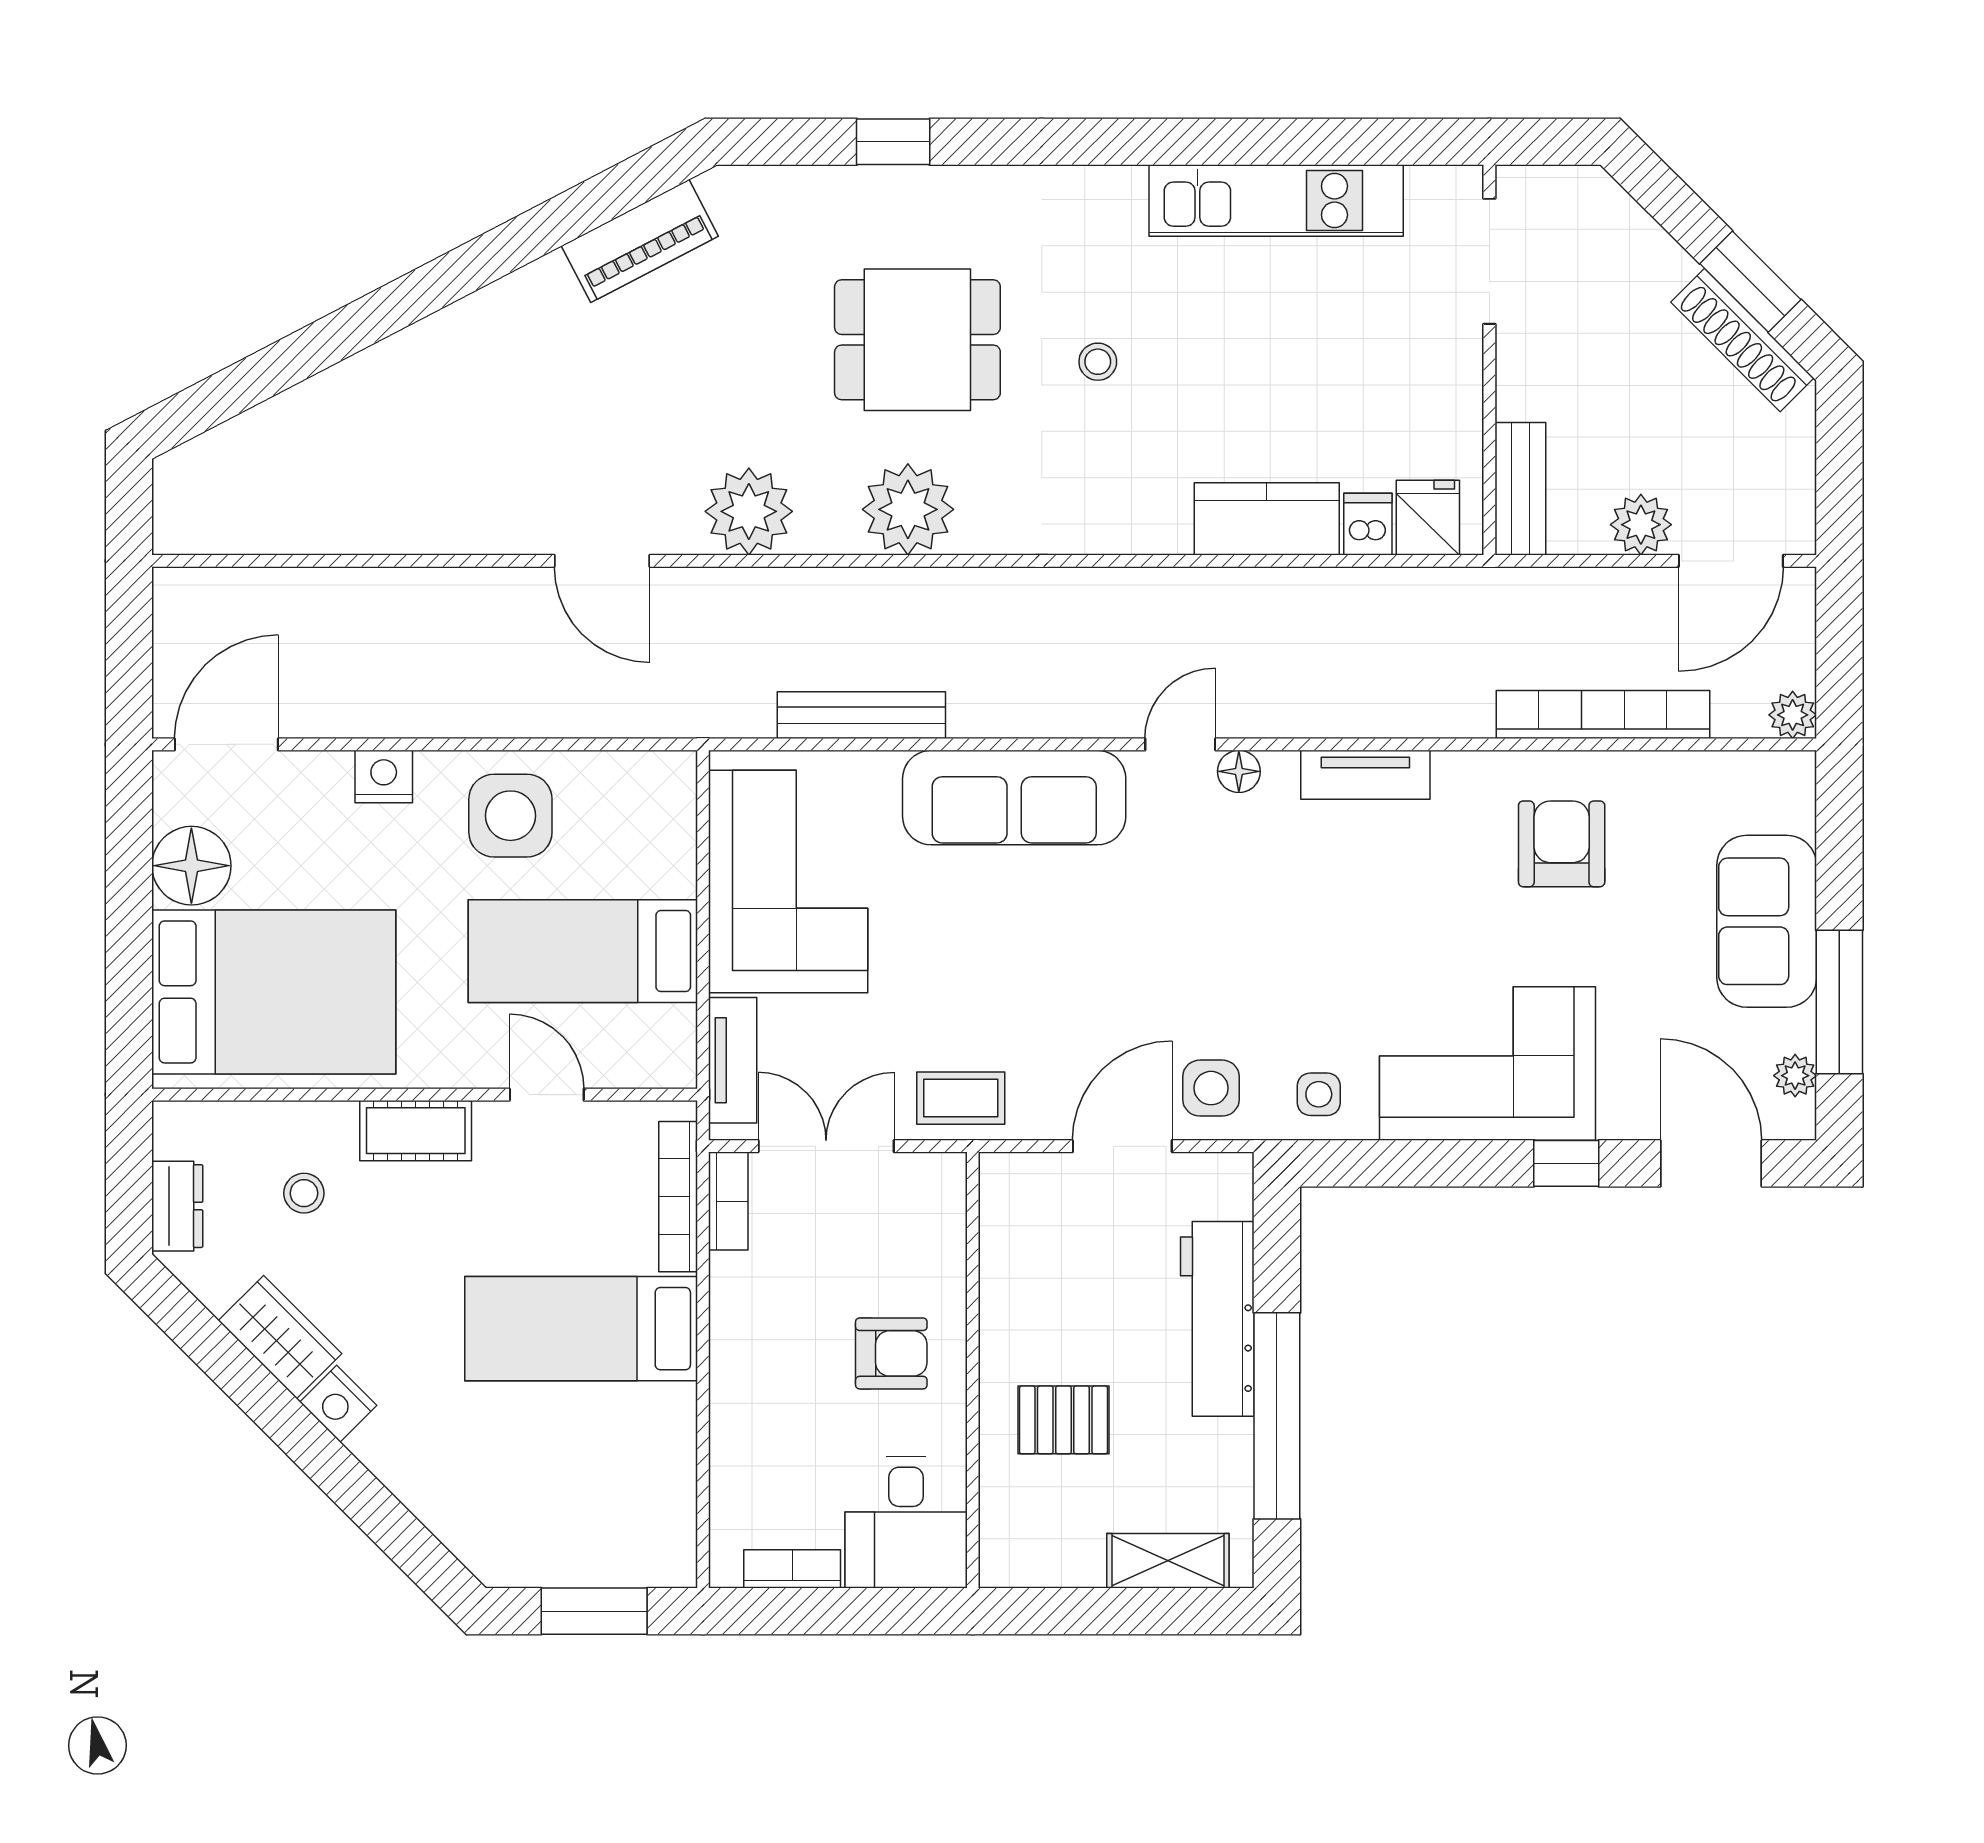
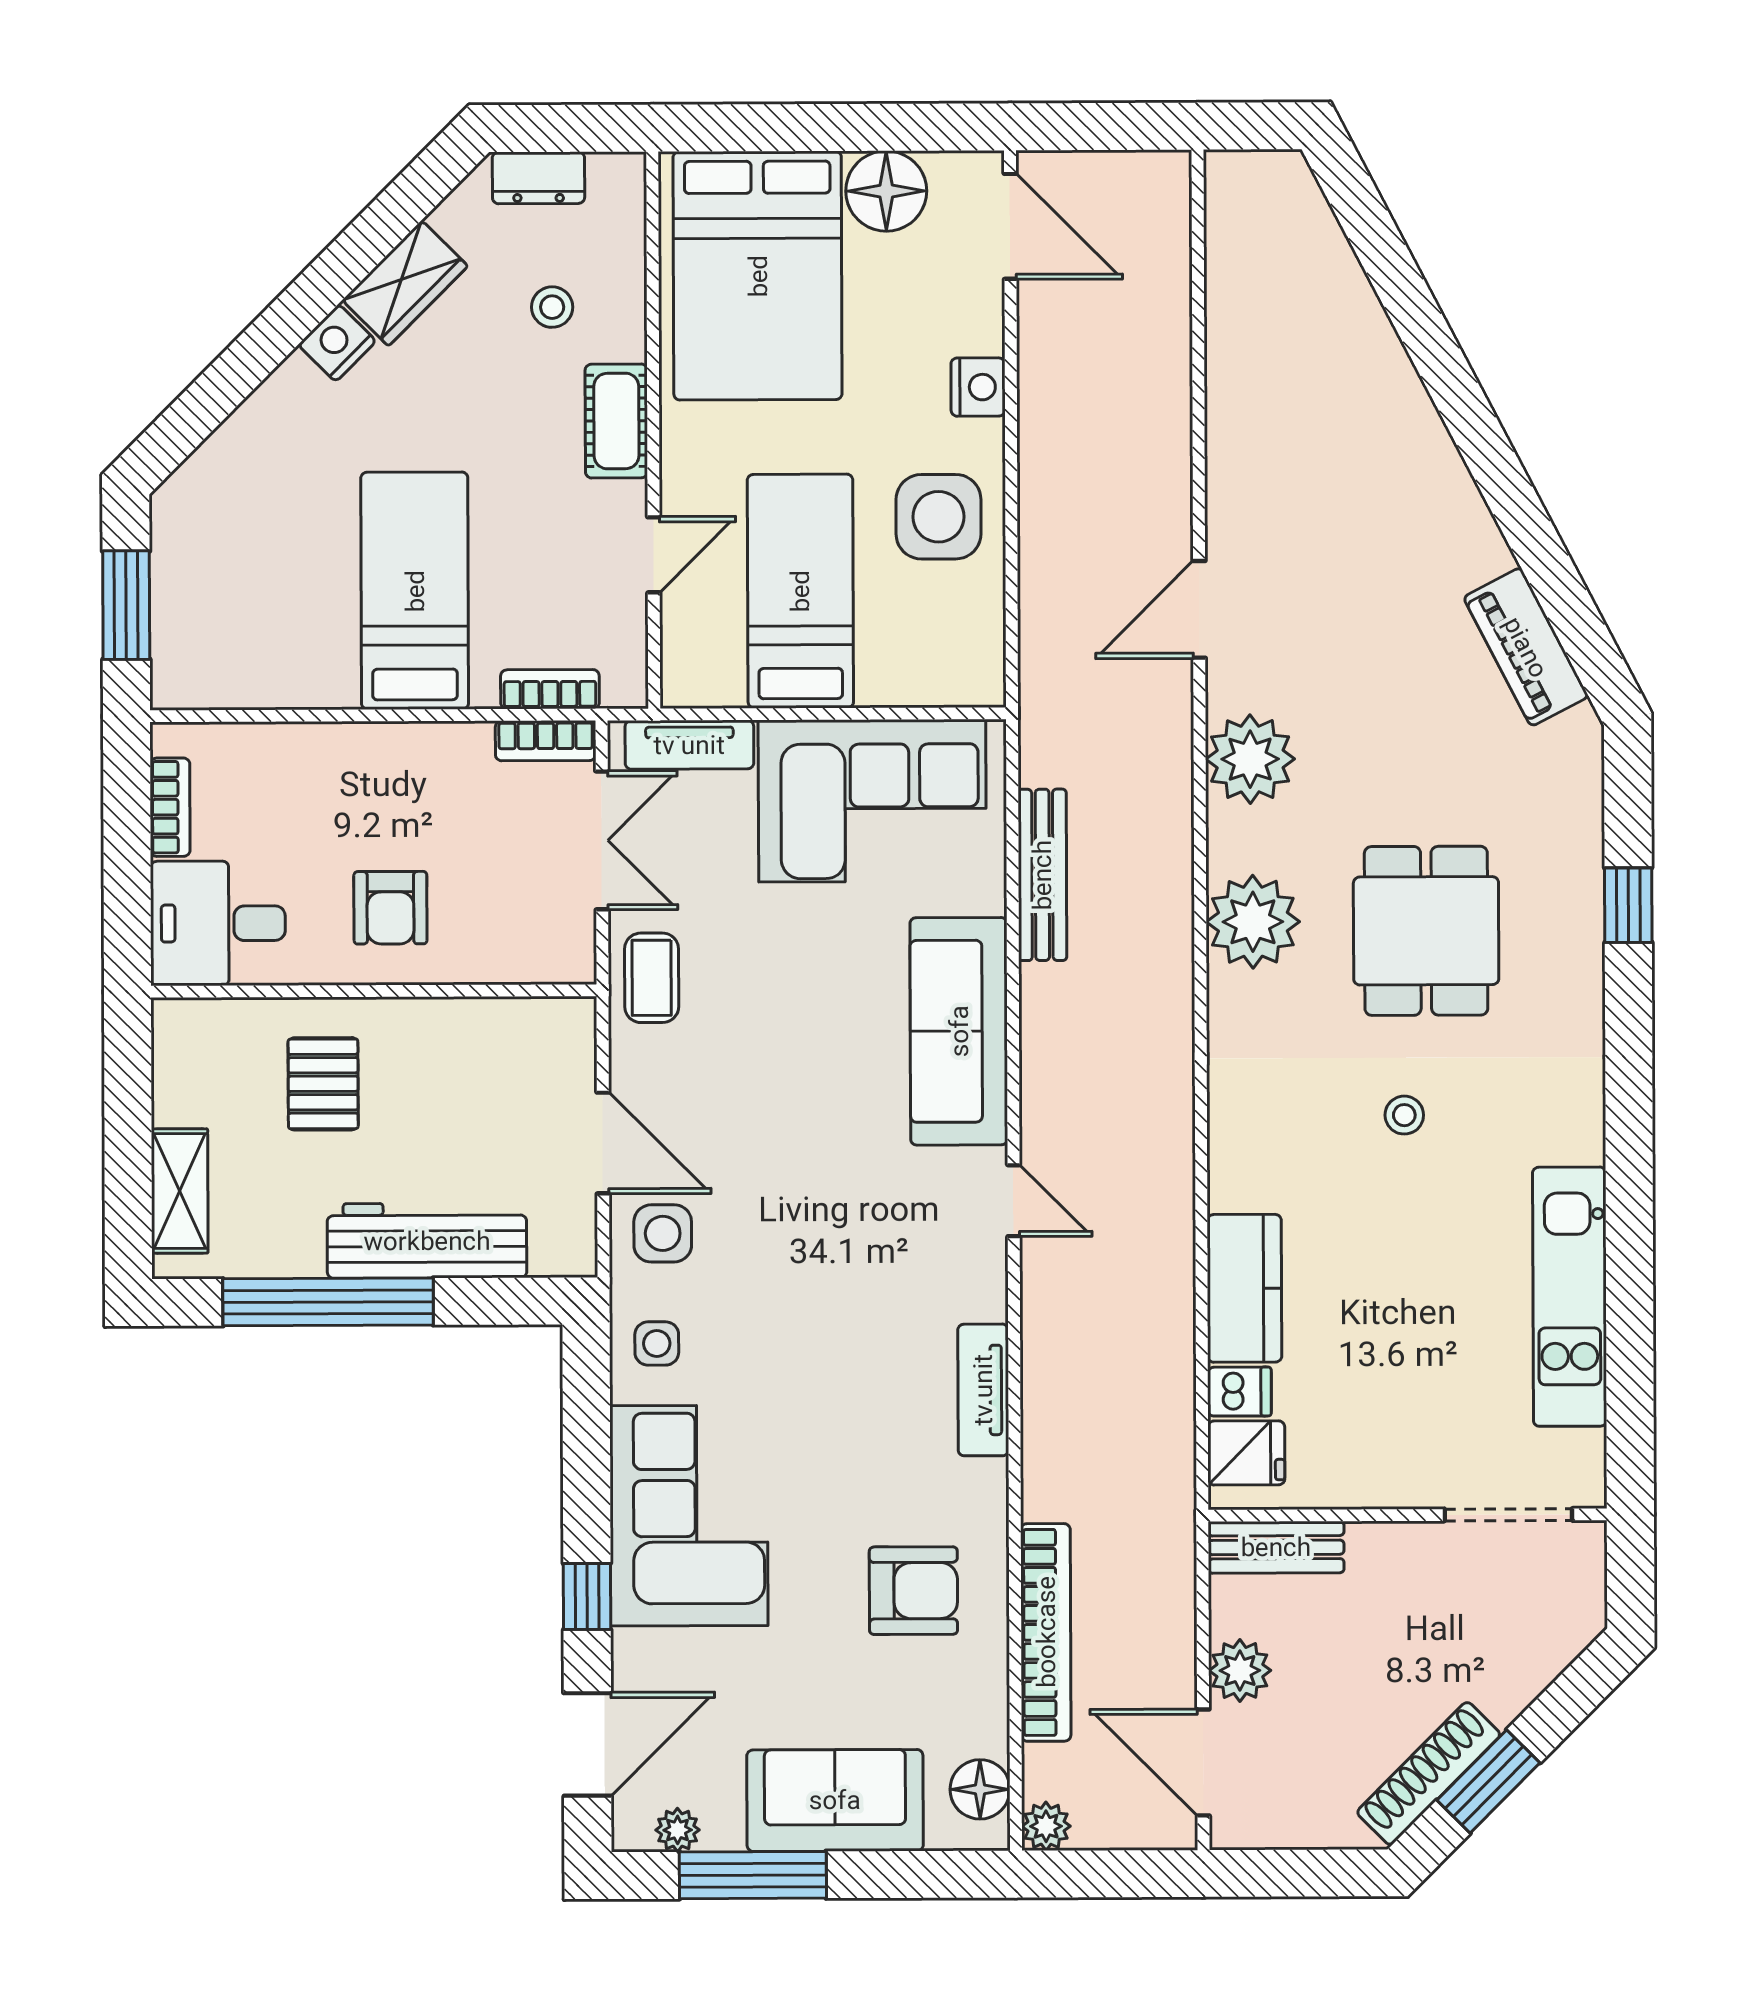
floor lamp: (1239, 771) -> (980, 1789), moved, width x1.37, depth x1.37
bookcase: (678, 1197) -> (550, 689), width x0.64

